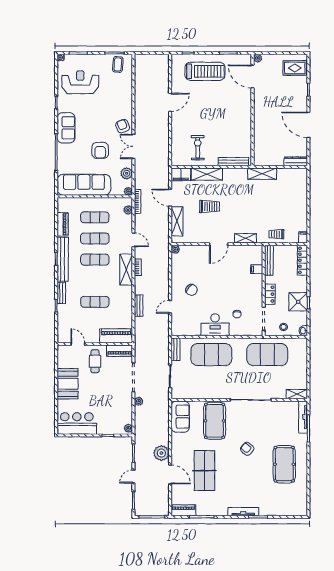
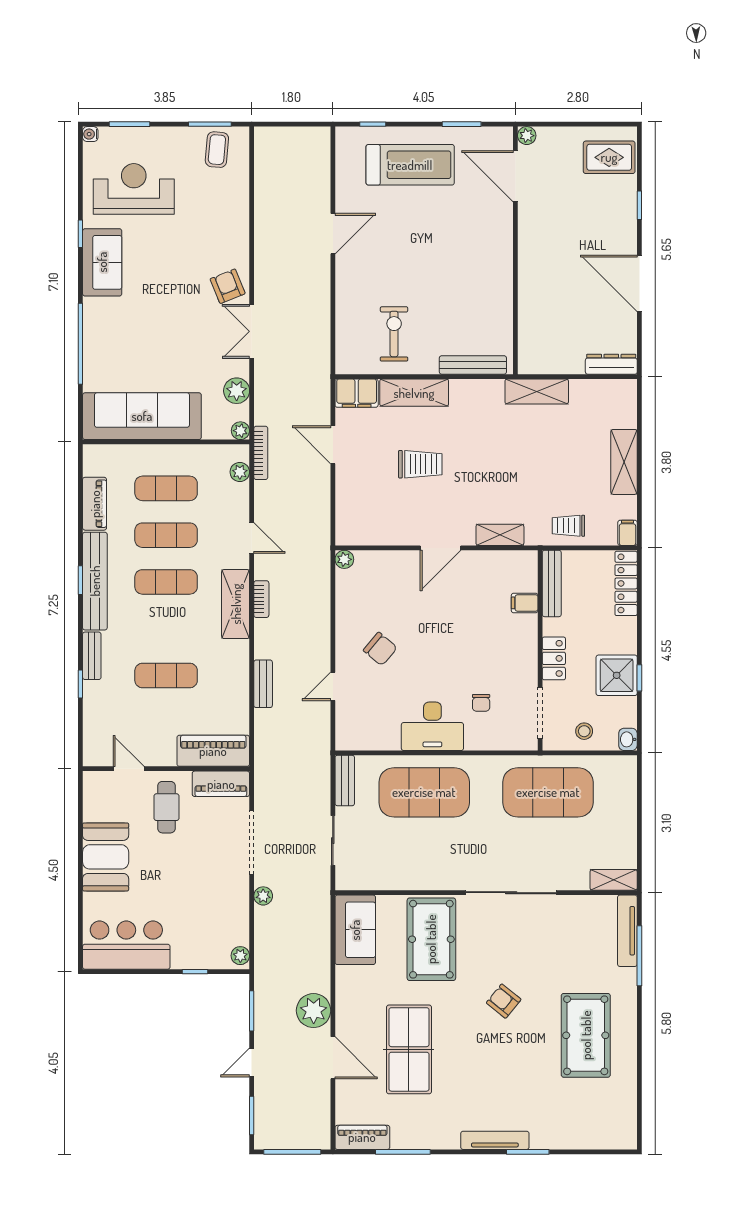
sofa: (66, 128) -> (102, 262), moved
armchair: (100, 150) -> (178, 340), removed
shelving: (177, 221) -> (624, 462), moved

